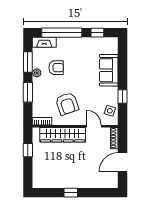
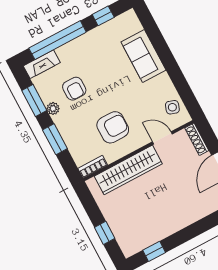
armchair: (56, 68) -> (74, 89), turned 90
window: (122, 97) -> (179, 80), removed
armchair: (67, 104) -> (113, 127), turned -71
window: (28, 150) -> (105, 233), moved
window: (71, 193) -> (154, 251), moved

